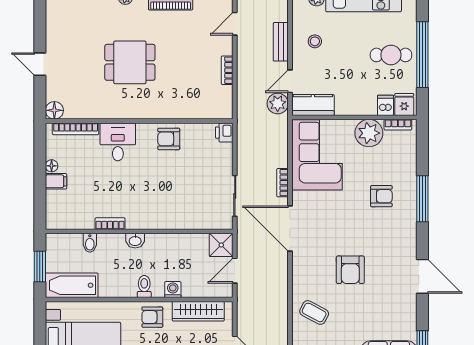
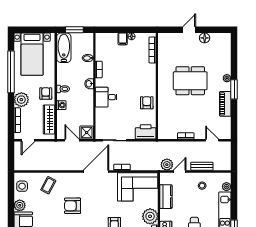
dining table: (130, 62) -> (190, 81), width x1.38
door: (290, 81) -> (179, 172), hinge flipped
kitchen counter: (313, 105) -> (166, 197), moved
floor lamp: (54, 110) -> (205, 38), moved
printer: (224, 133) -> (146, 132), width x1.87, depth x1.48
desk: (118, 142) -> (106, 97), moved, turned 180

